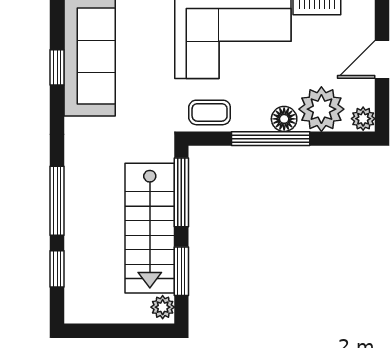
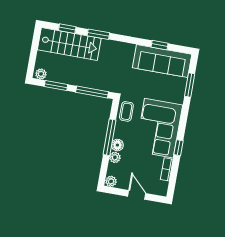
plant: (321, 109) -> (115, 157), width x0.53, depth x0.53
window: (57, 201) -> (98, 34), width x0.69
stairs: (150, 228) -> (69, 44), moved, turned 180

